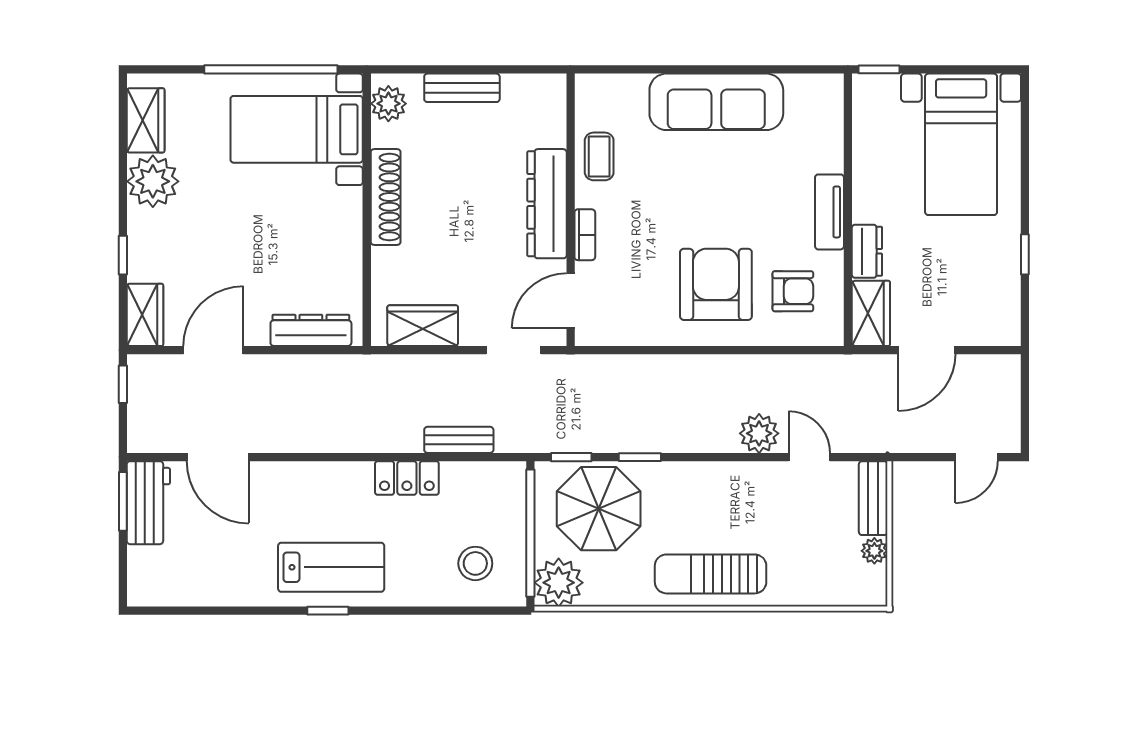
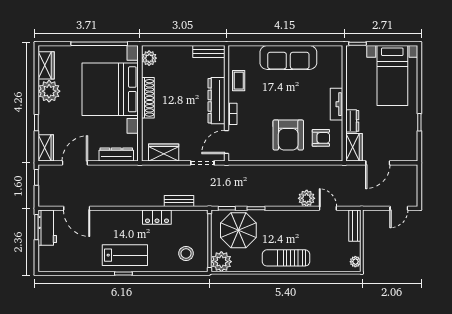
bench: (462, 88) -> (209, 52), moved
bed with nightstands: (297, 129) -> (110, 89), width x1.85
armchair: (716, 284) -> (288, 135), turned 180
plant: (874, 551) -> (355, 262), moved

